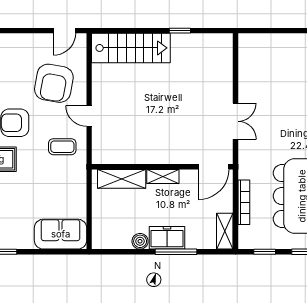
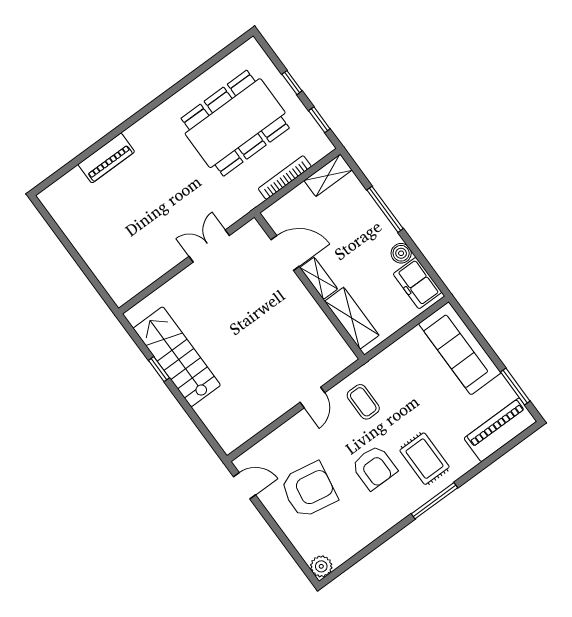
stairs: (131, 48) -> (177, 357), moved
armchair: (54, 83) -> (309, 490), moved
door: (214, 167) -> (285, 253), moved
sofa: (61, 234) -> (460, 348), width x1.36
freezer: (167, 238) -> (417, 283), moved

